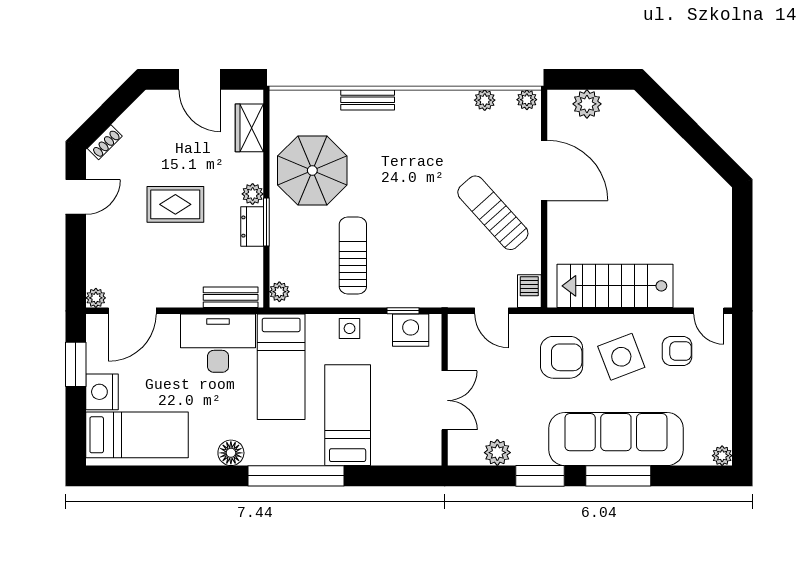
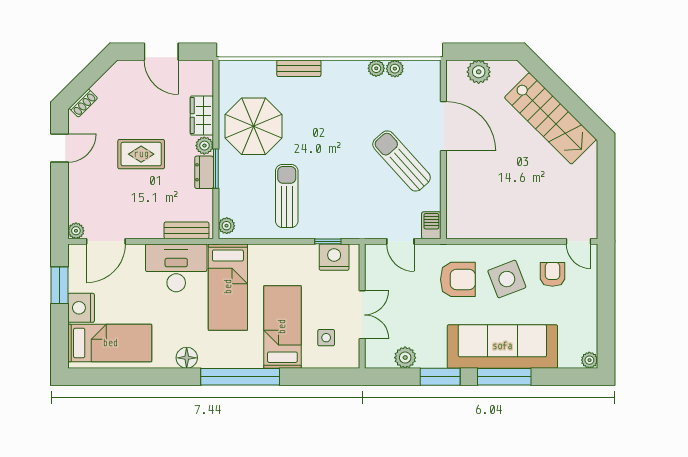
plant: (527, 100) -> (376, 68), moved
wardrobe: (249, 128) -> (202, 115), moved
stairs: (615, 286) -> (550, 118), moved, turned -135
side table: (350, 328) -> (326, 338), moved
armchair: (677, 351) -> (552, 274), turned -90

